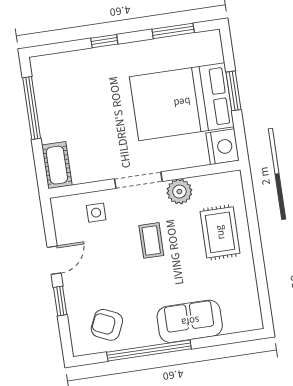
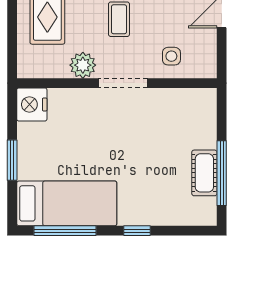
window: (173, 31) -> (65, 231), width x1.44
bed: (182, 102) -> (67, 203), moved, width x0.67
cot: (57, 165) -> (204, 173), moved

